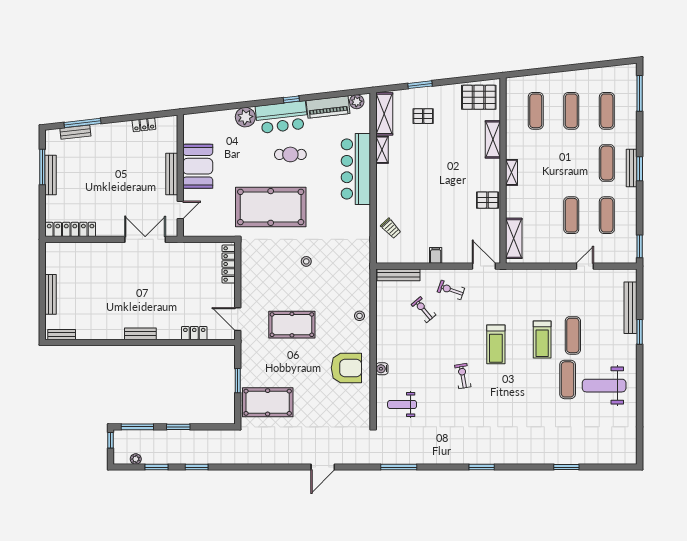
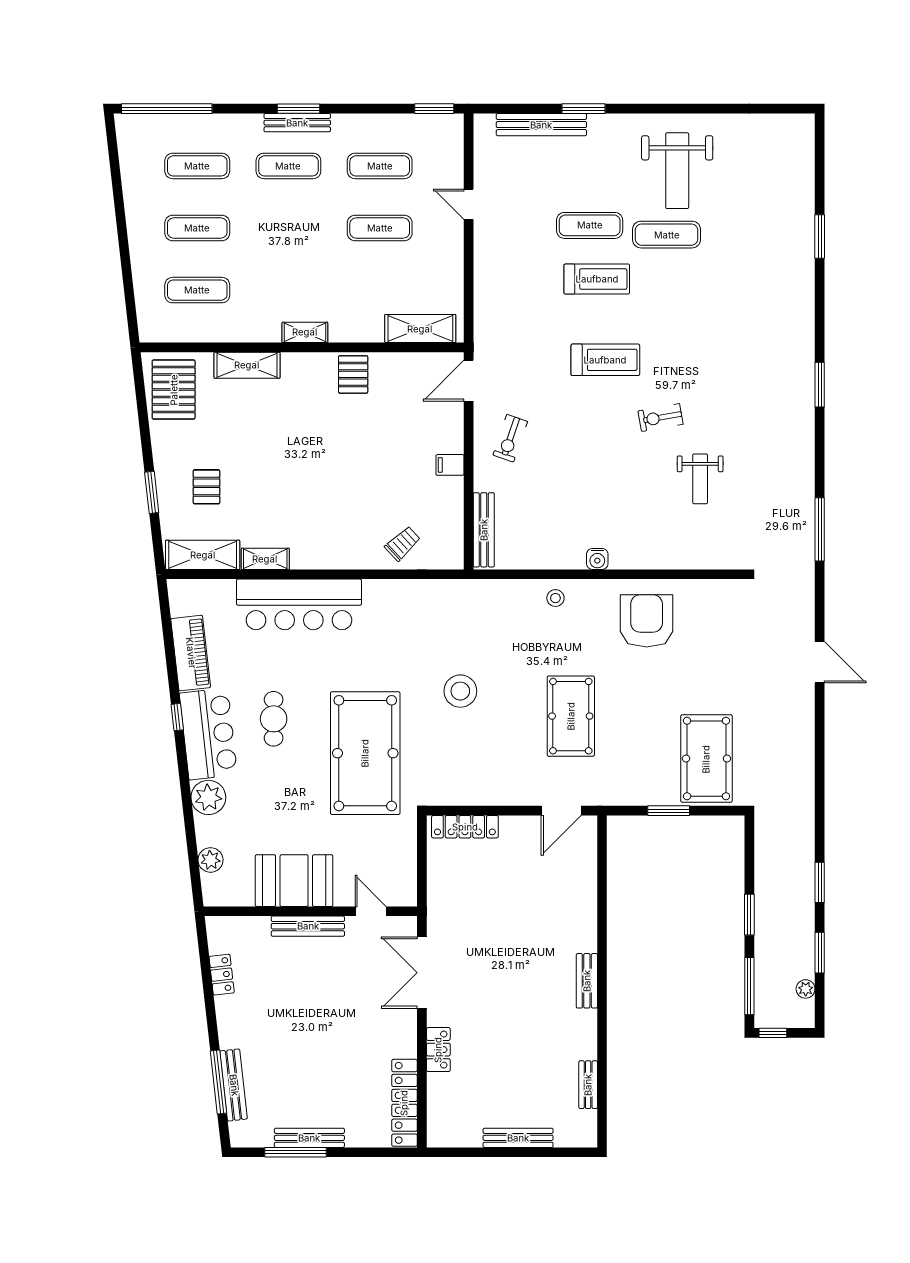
window: (640, 93) -> (167, 109), width x1.46
plant: (357, 102) -> (211, 860), moved
bench: (75, 132) -> (234, 1085), width x1.36
stool: (306, 261) -> (460, 691), width x1.89, depth x1.89
exercise bike: (424, 310) -> (545, 486), removed
locker: (194, 333) -> (438, 1050), moved, turned 180
bench: (62, 335) -> (588, 1085), moved
water cooler: (382, 369) -> (597, 559), moved
weight bench: (402, 405) -> (700, 479), moved

